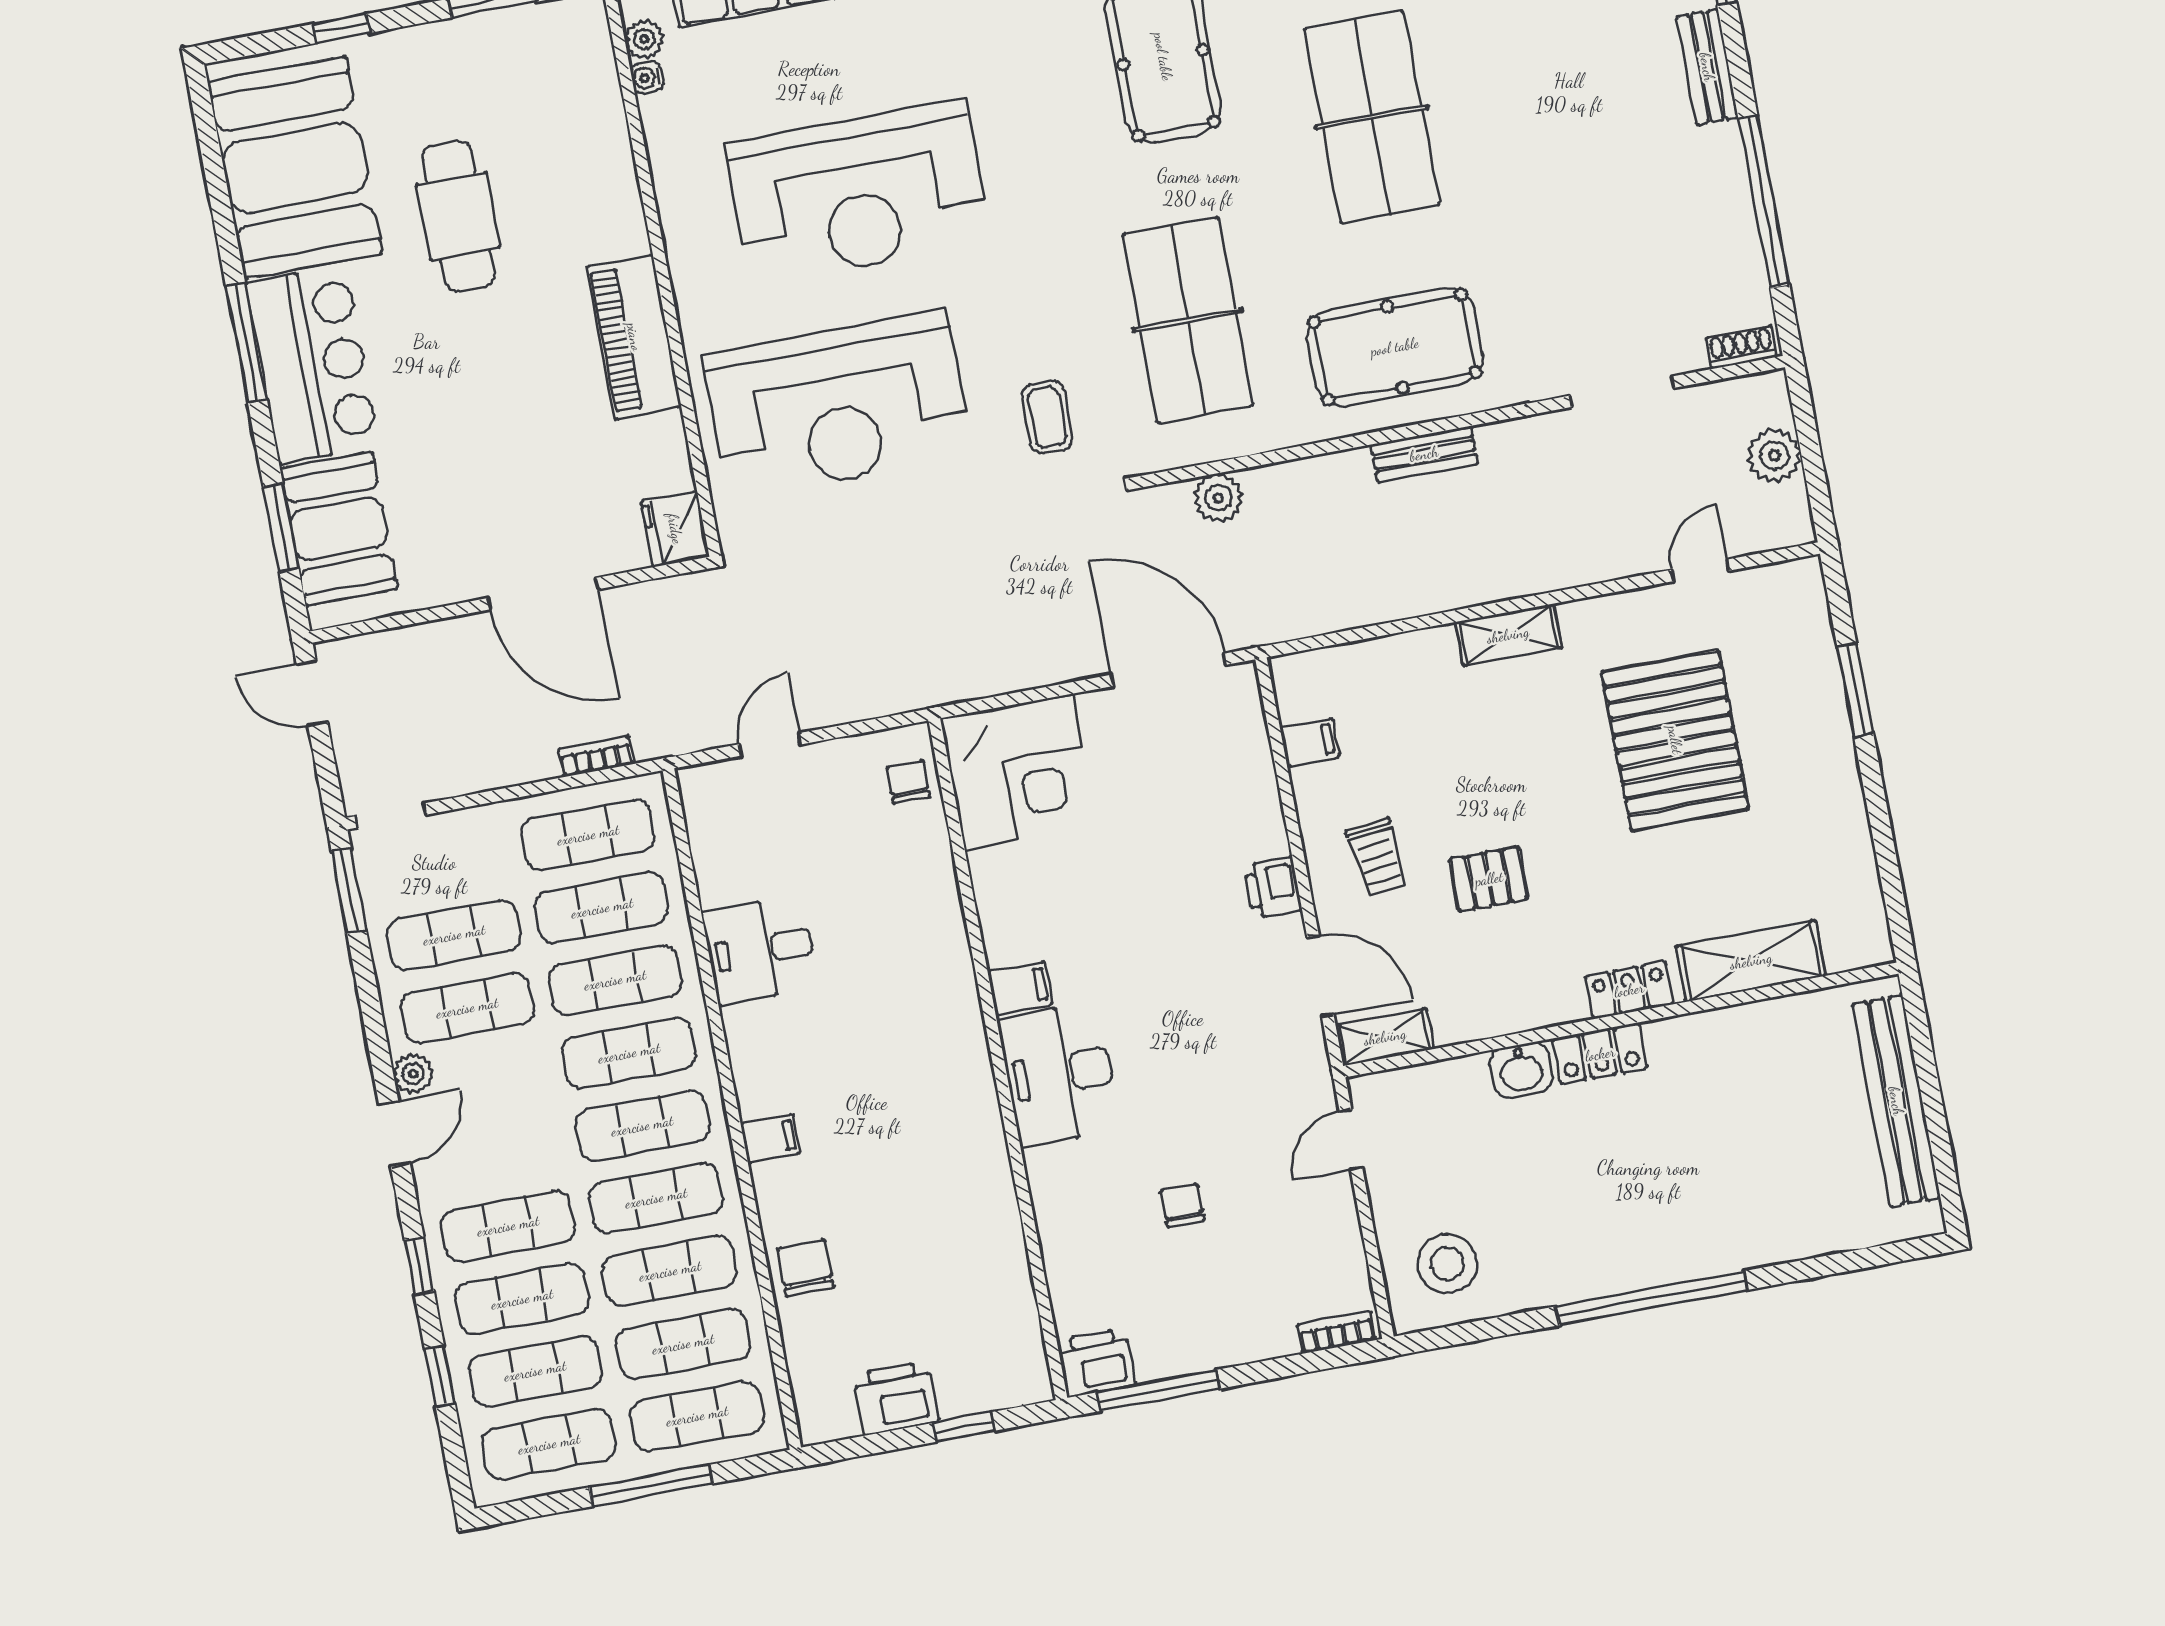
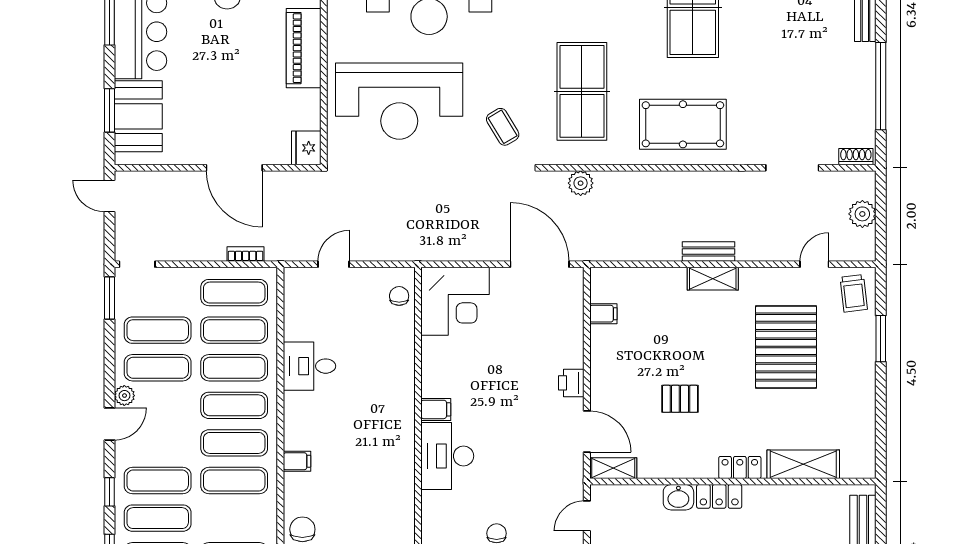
coffee table: (1047, 417) -> (503, 127), turned -31
bench: (1424, 454) -> (709, 251), moved
trolley: (1377, 858) -> (854, 293), moved
exercise mat: (670, 1271) -> (234, 518), removed

